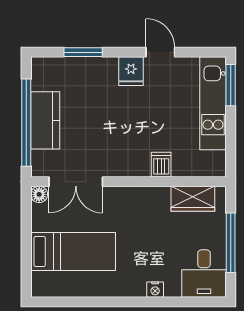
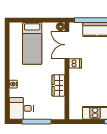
dishwasher: (161, 165) -> (75, 63), moved
wardrobe: (193, 199) -> (58, 85), moved

